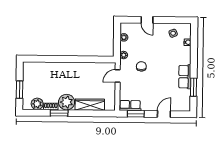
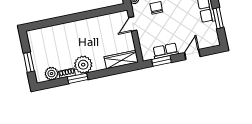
wardrobe: (90, 105) -> (121, 59), moved
row of seats: (130, 106) -> (165, 51), moved

